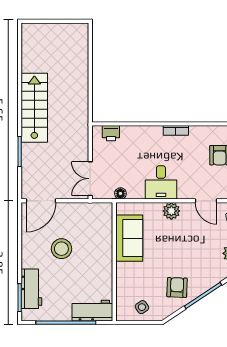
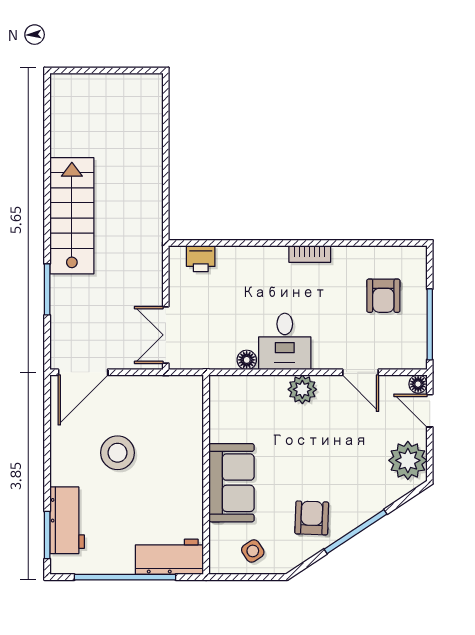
floor lamp: (120, 193) -> (247, 360), moved
sofa: (129, 238) -> (231, 483), moved

